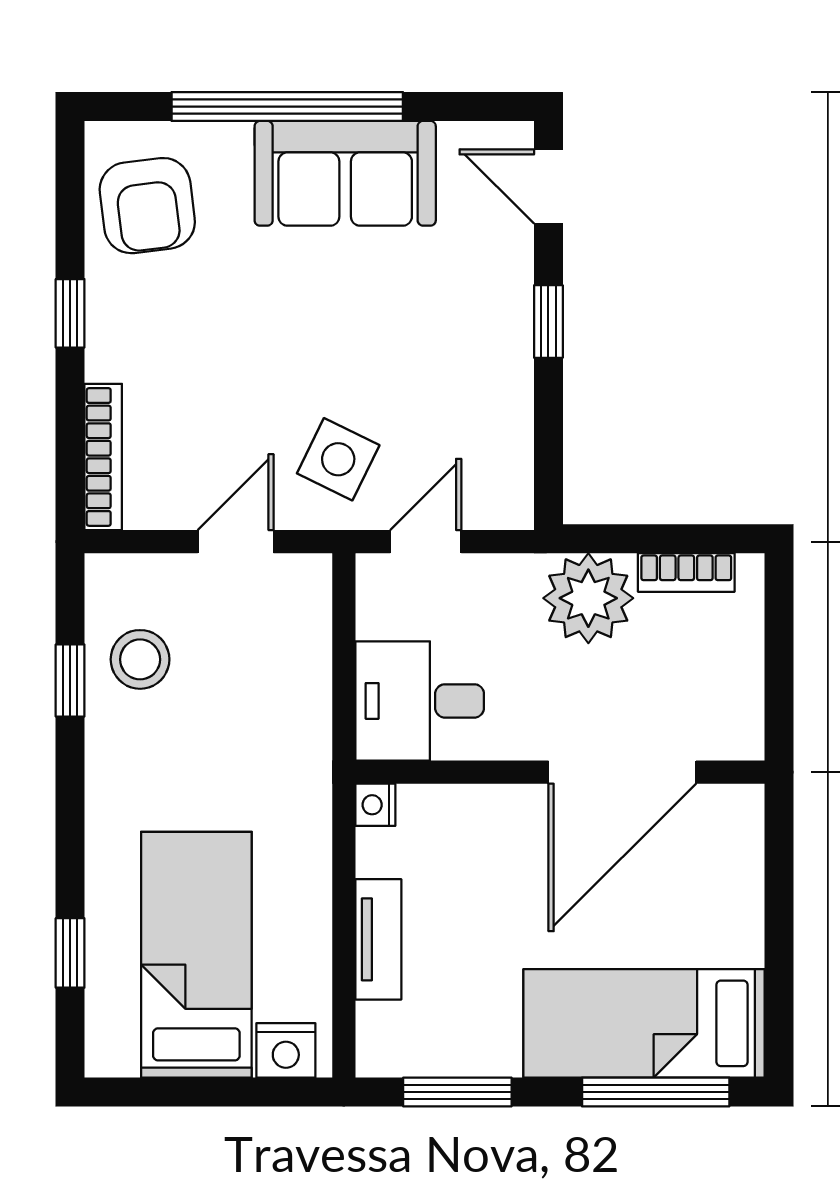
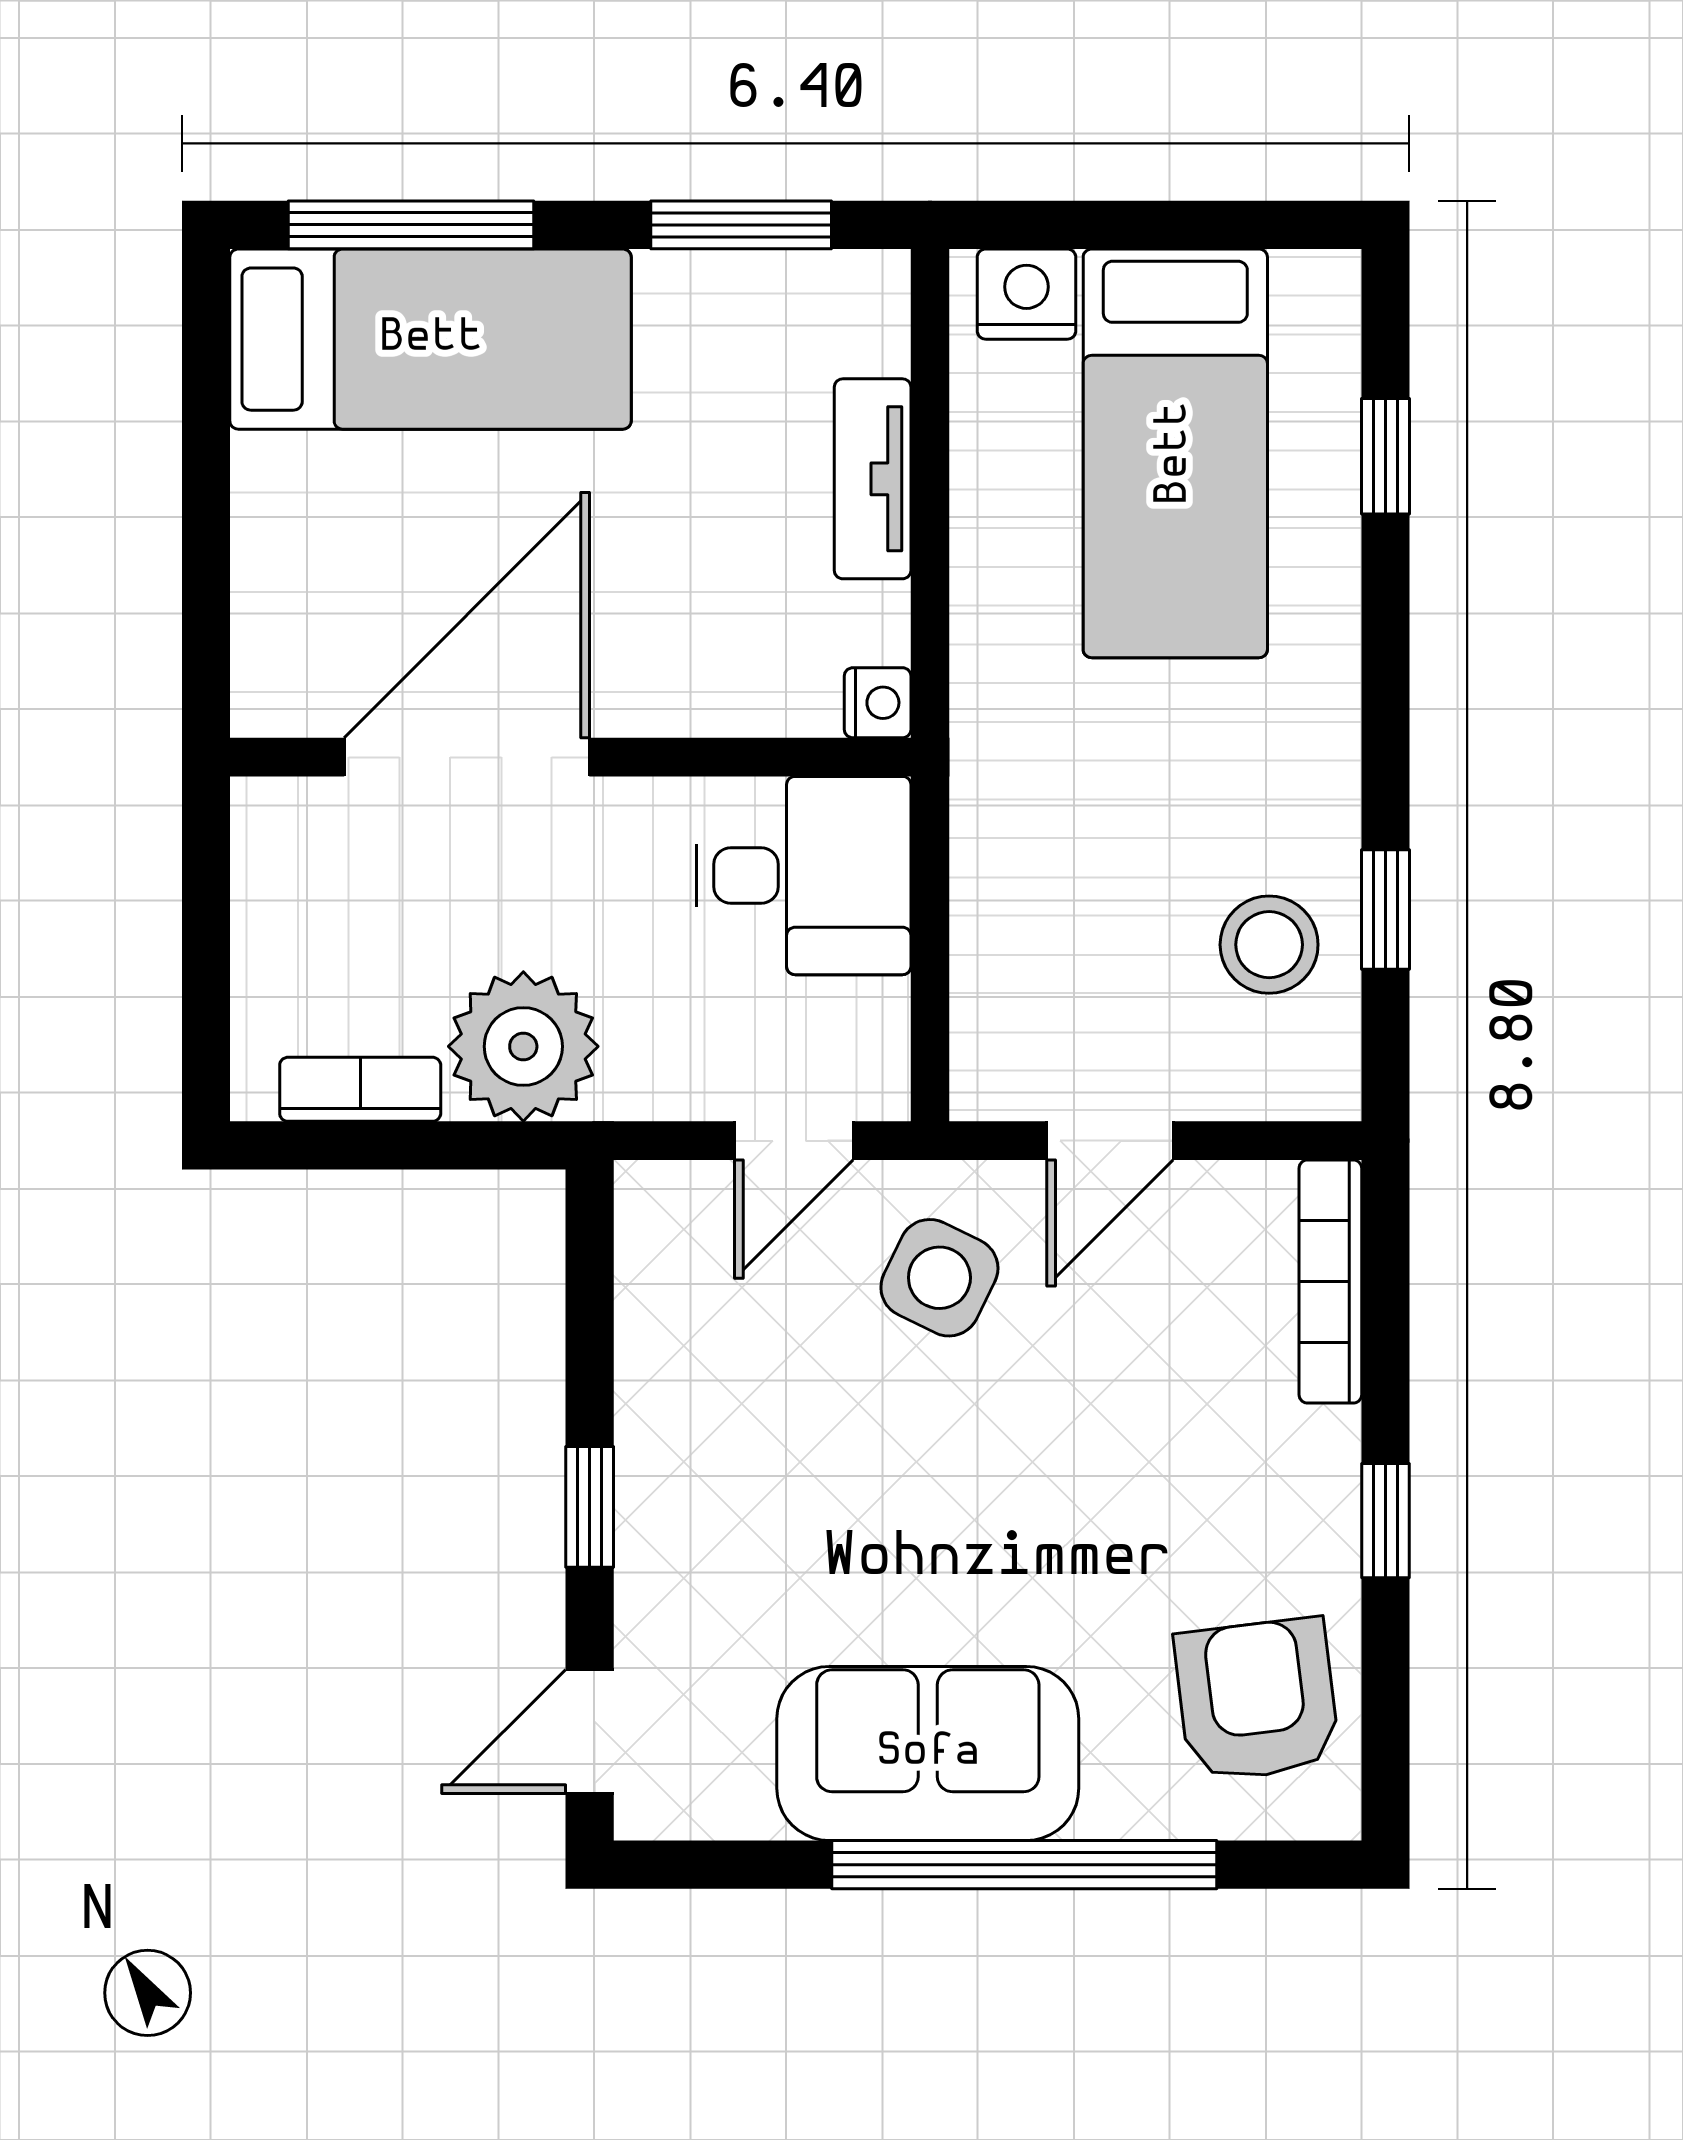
door: (548, 186) -> (590, 1732), swing flipped

